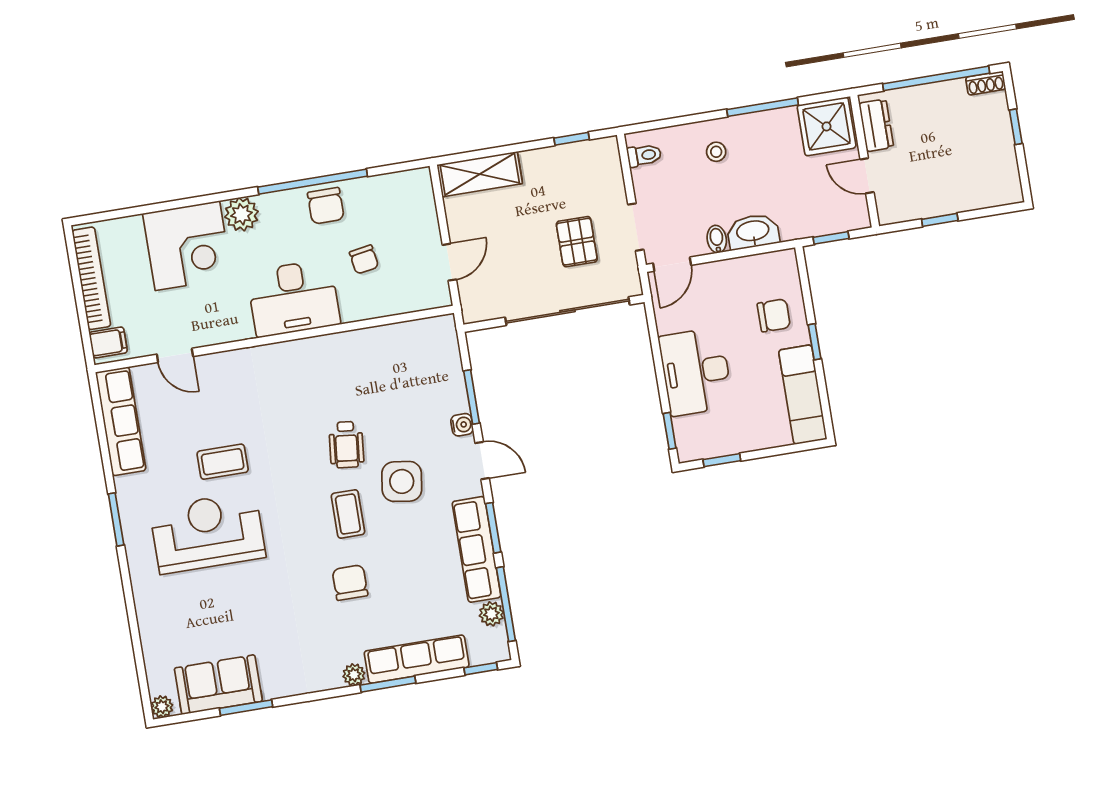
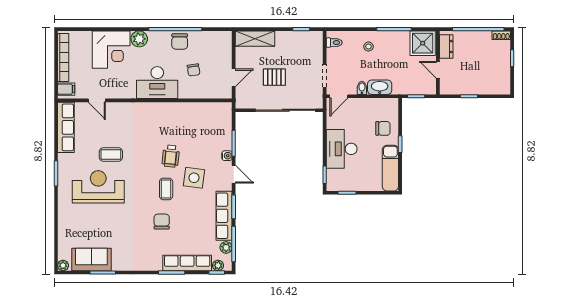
pallet: (577, 242) -> (274, 77), moved, turned 90
plant: (354, 675) -> (218, 265), moved

